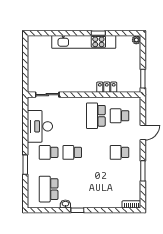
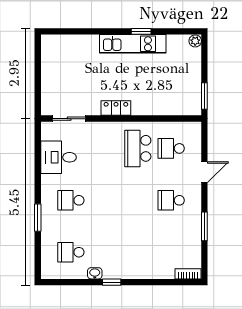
kitchen unit: (84, 42) -> (133, 44), width x0.73
locker: (107, 87) -> (116, 108), moved
desk: (40, 126) -> (59, 157), width x0.73
school desk: (72, 152) -> (104, 200), removed
school desk: (49, 189) -> (71, 252), width x0.54

